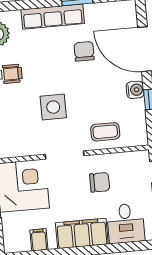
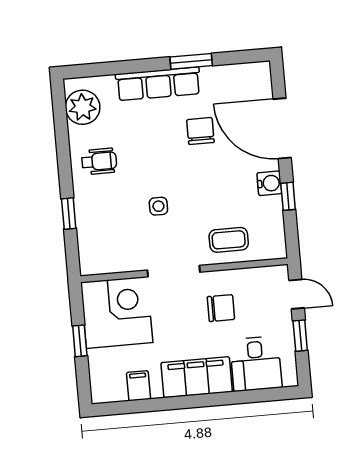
side table: (53, 107) -> (158, 206), width x0.54, depth x0.54

